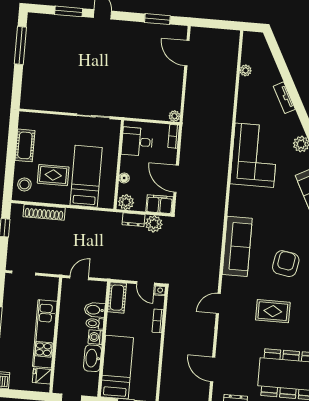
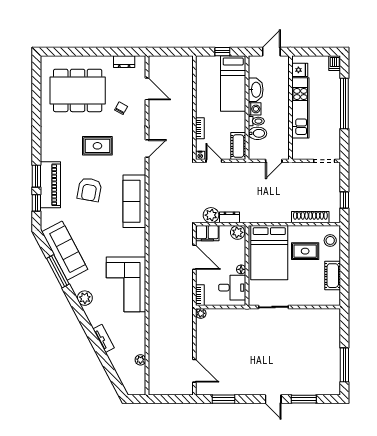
bed: (86, 176) -> (269, 253), width x1.50
floor lamp: (124, 178) -> (241, 269), moved
chair: (243, 351) -> (121, 108), added

